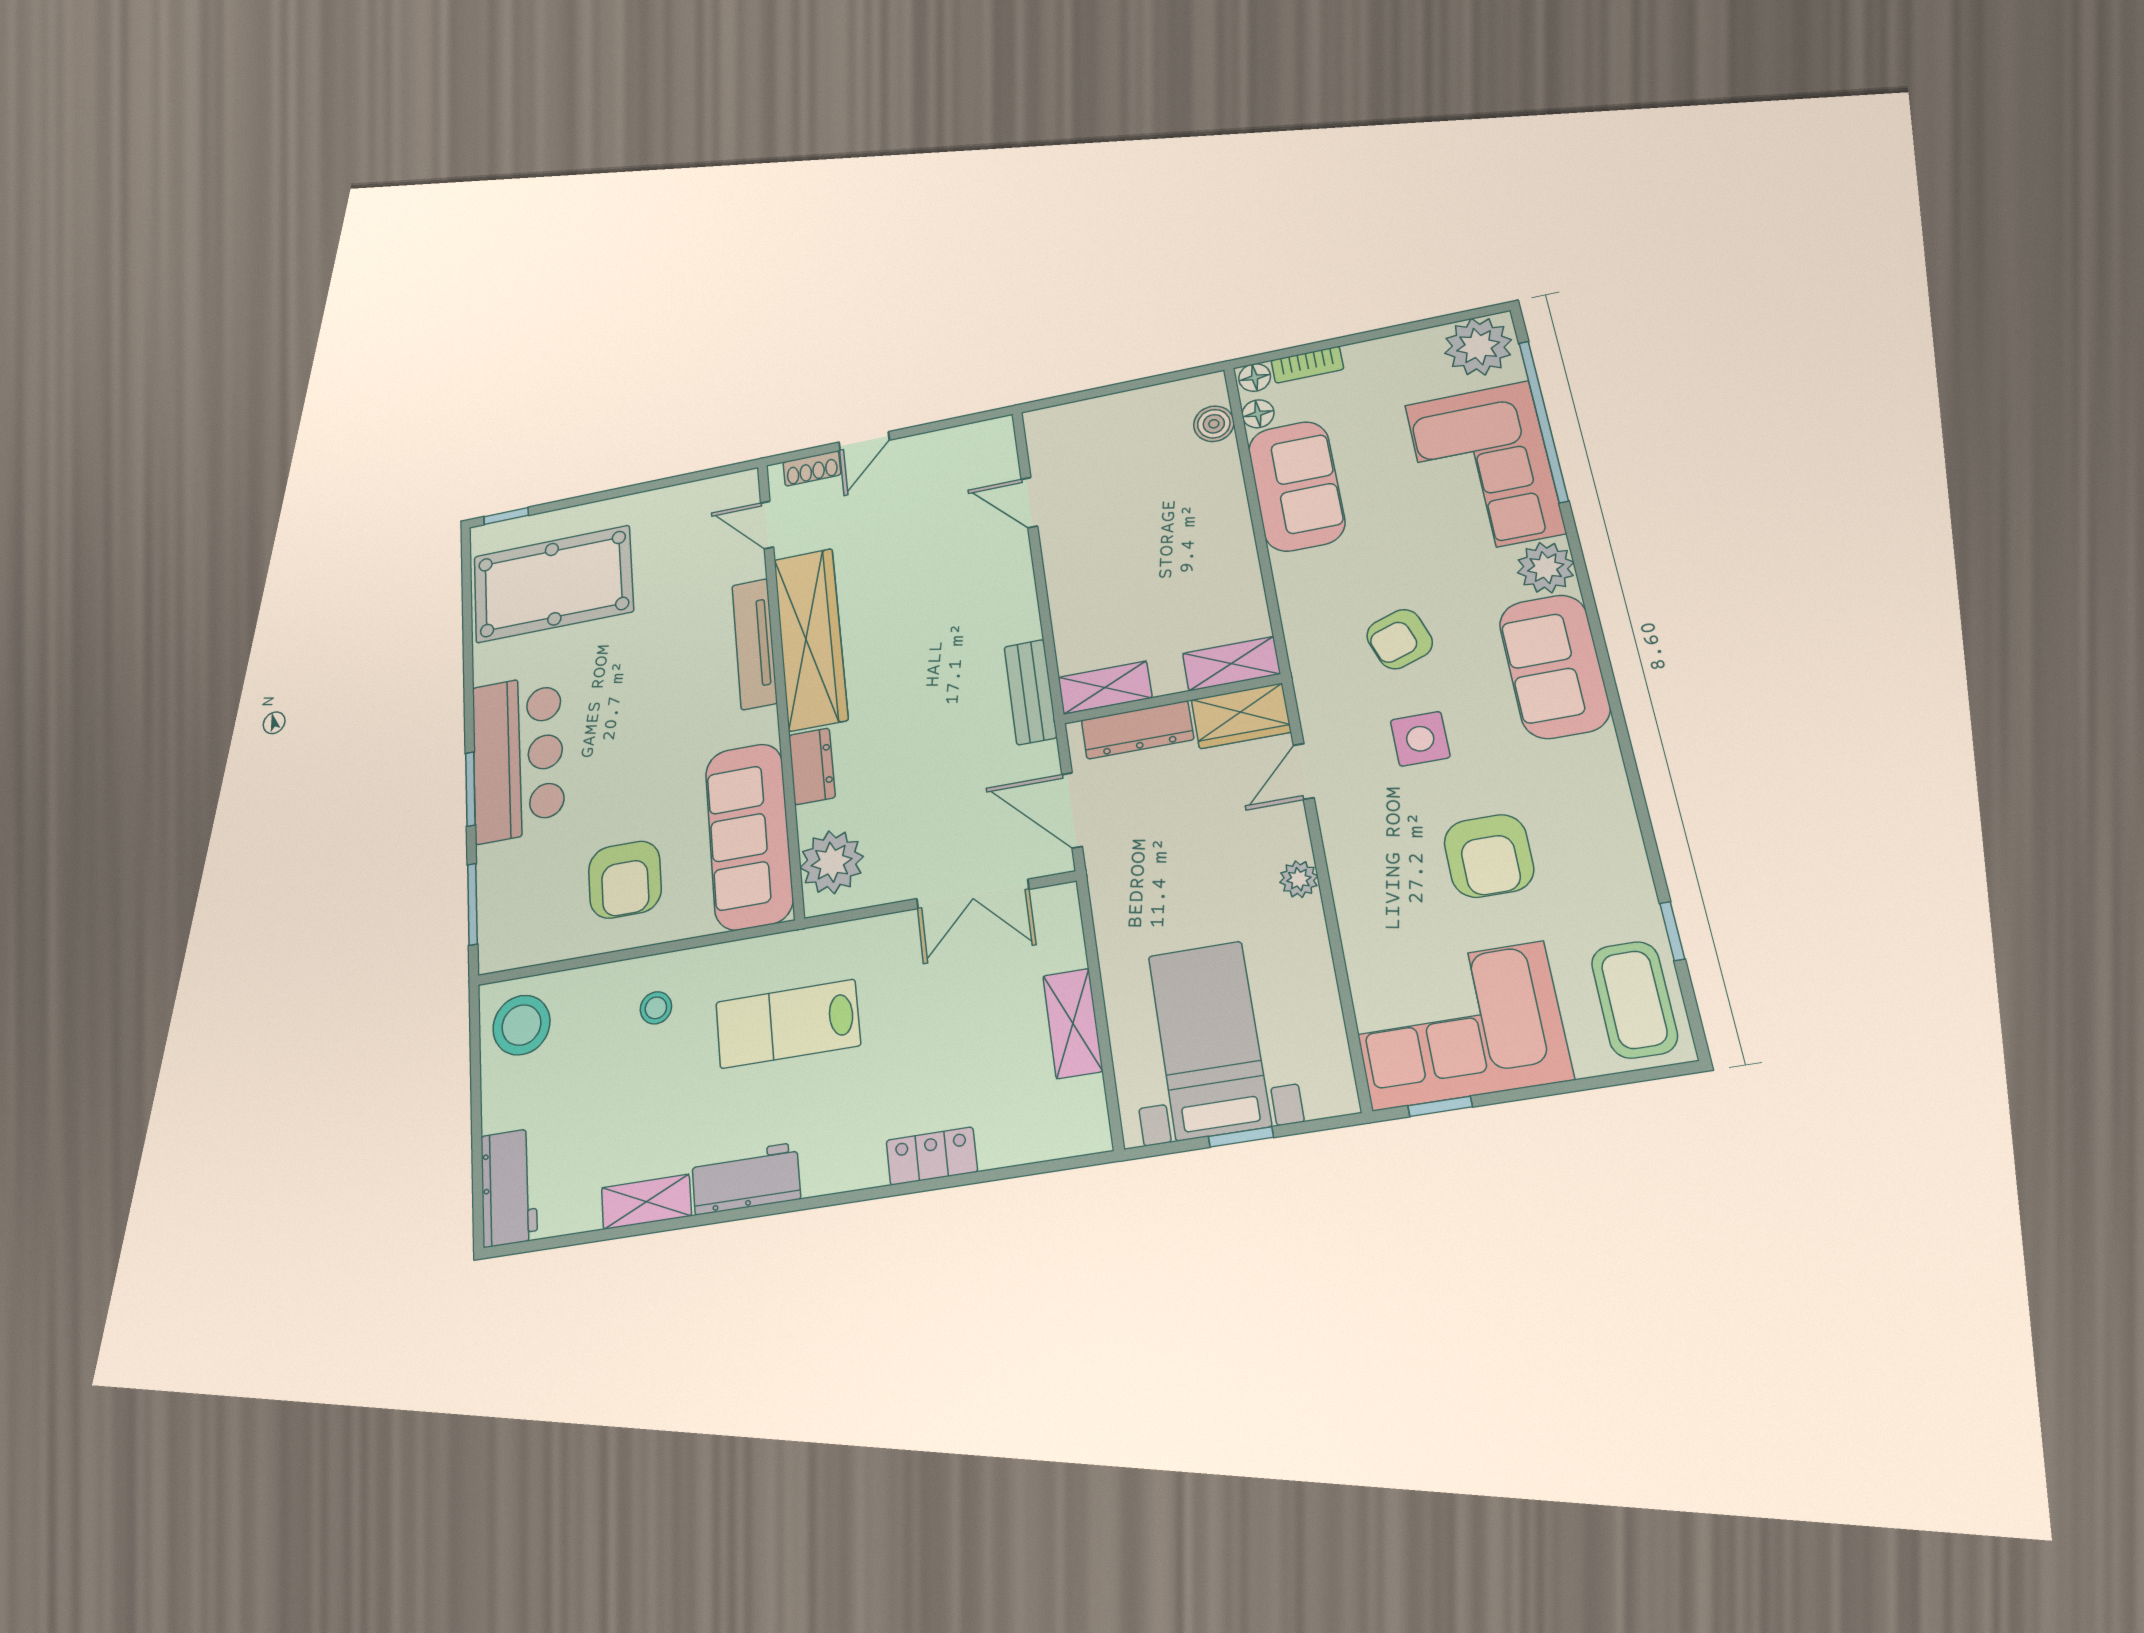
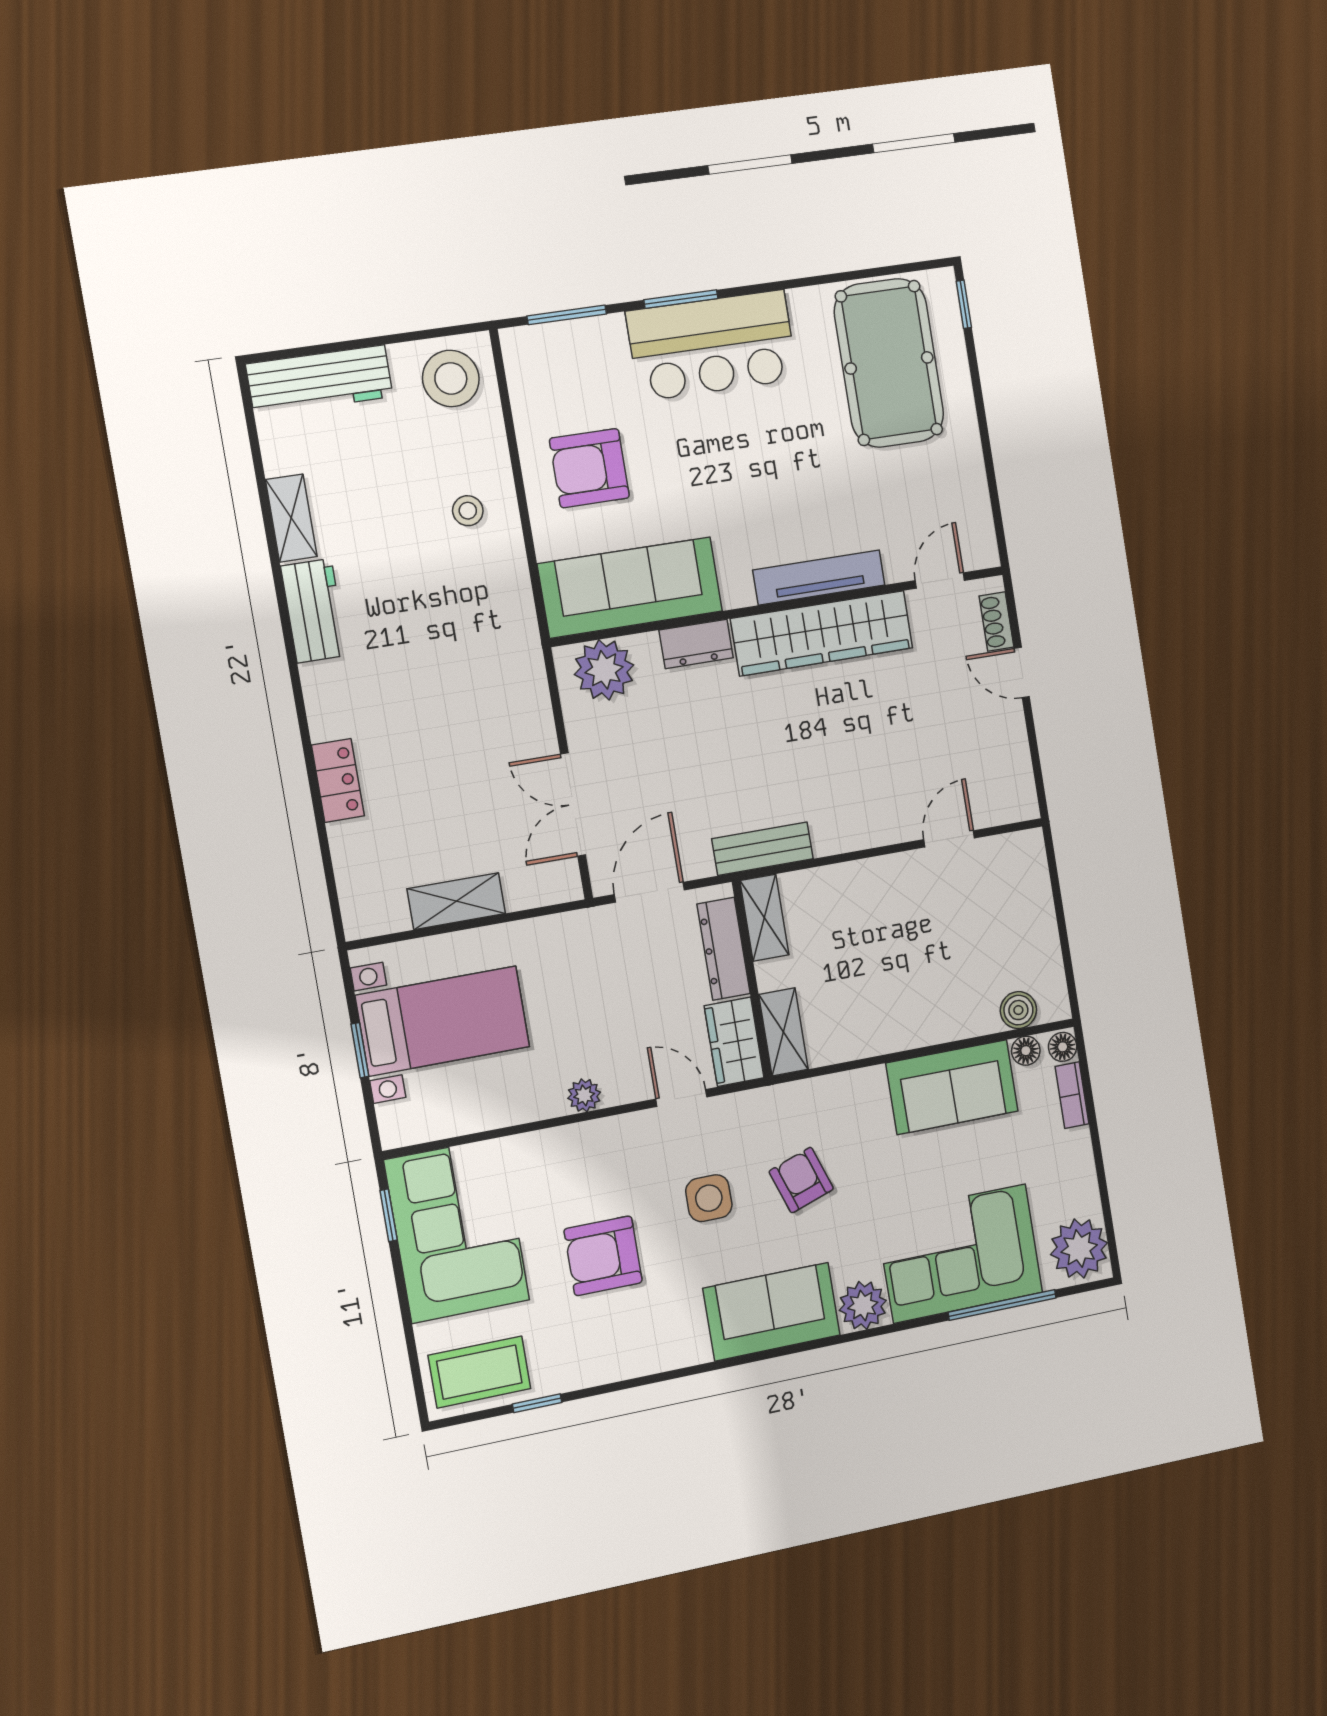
window: (1543, 421) -> (1002, 1305), width x0.68
lab bench: (788, 1024) -> (454, 639), removed
workbench: (509, 1188) -> (320, 380), width x1.38

